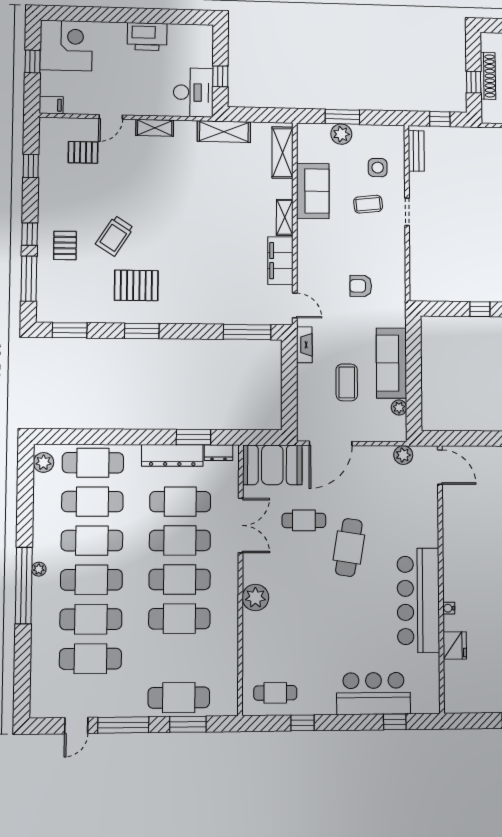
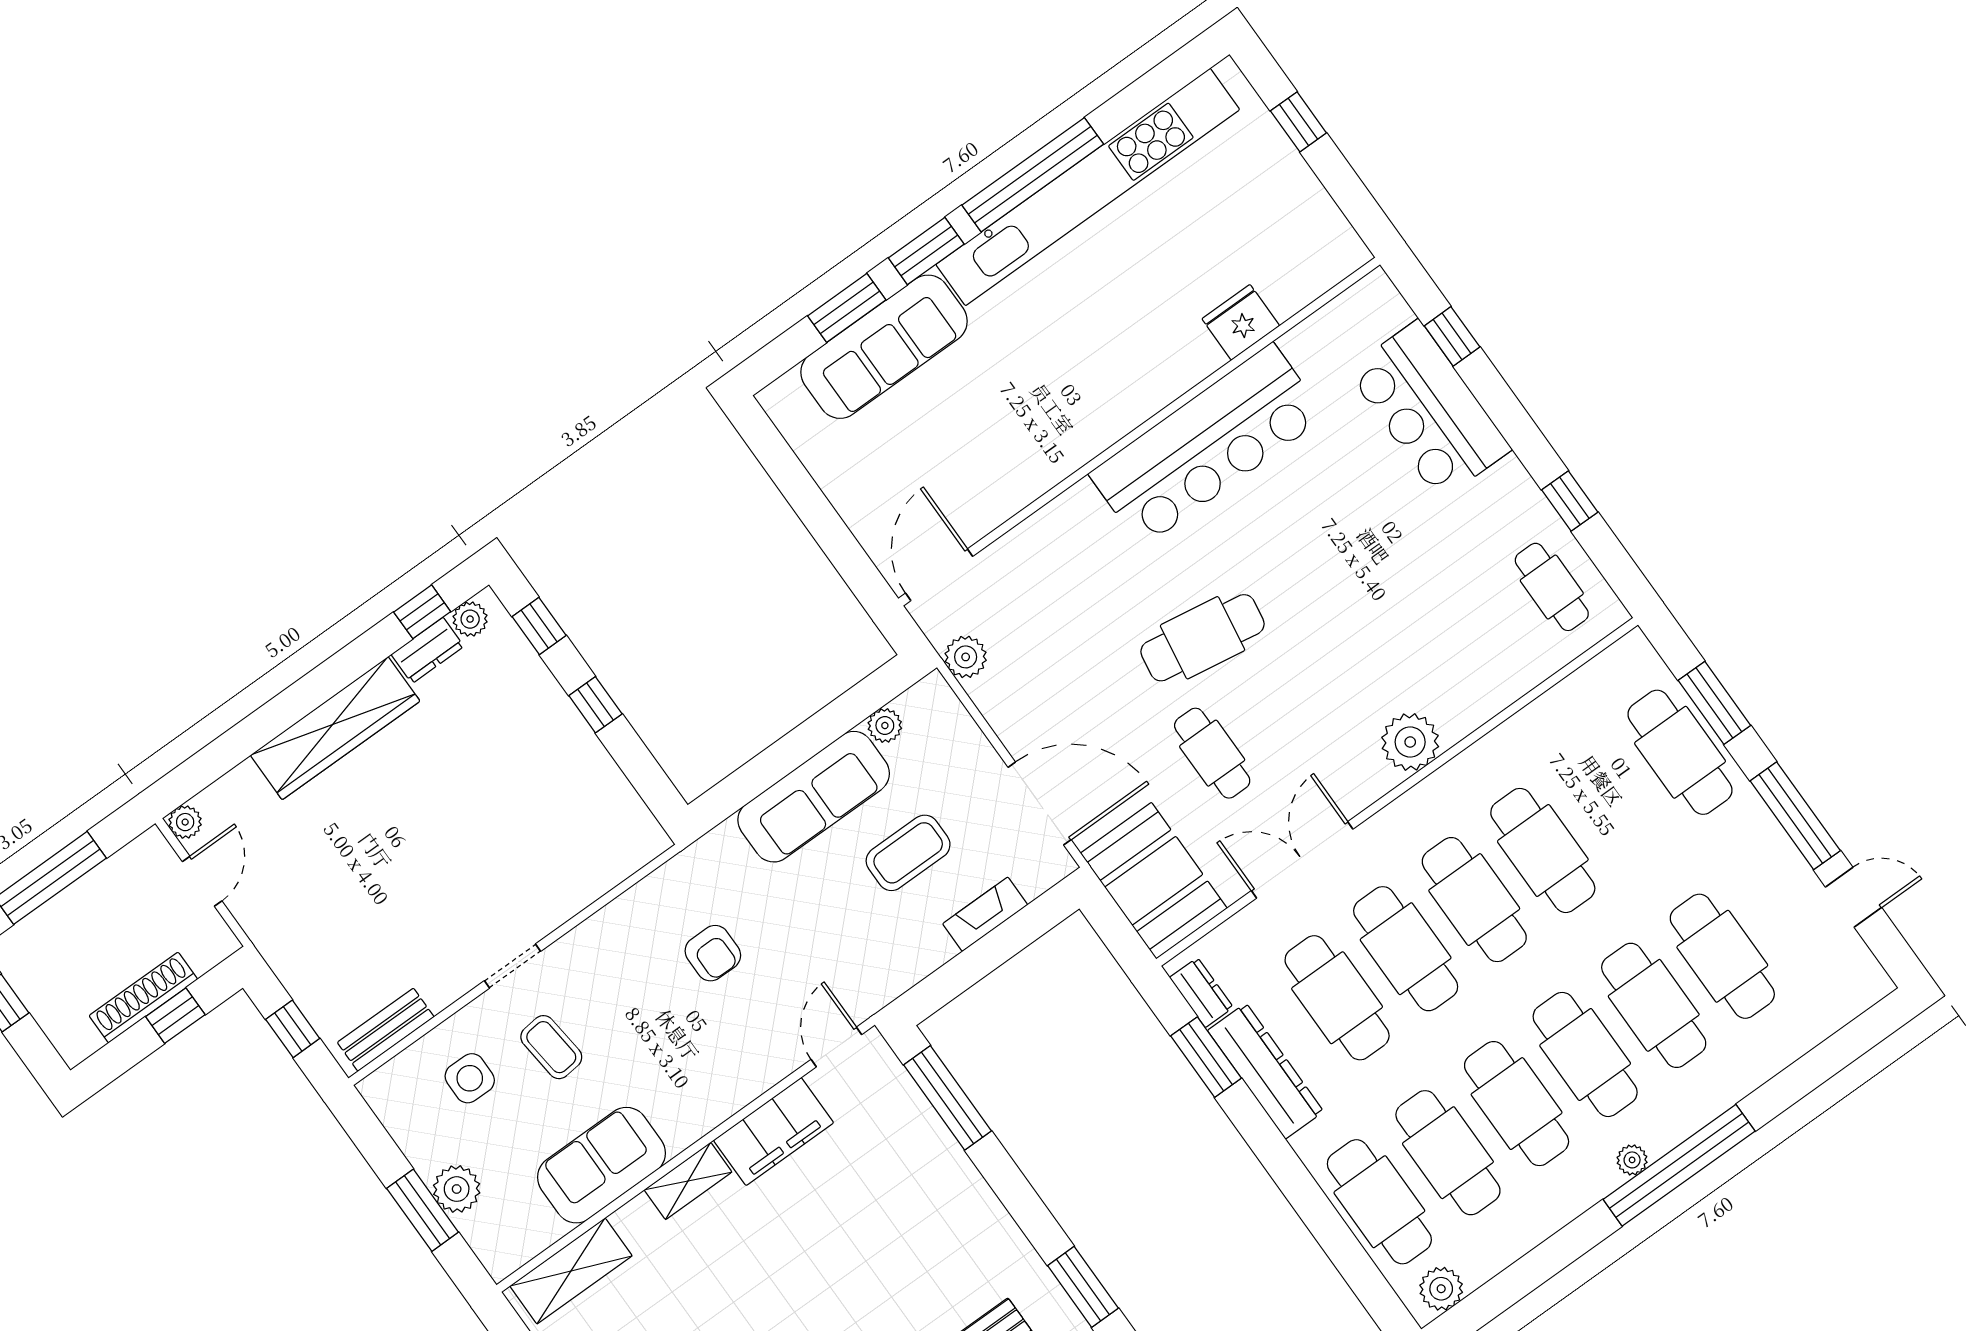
fireplace: (304, 345) -> (985, 914), moved
water cooler: (449, 608) -> (1182, 380), removed

